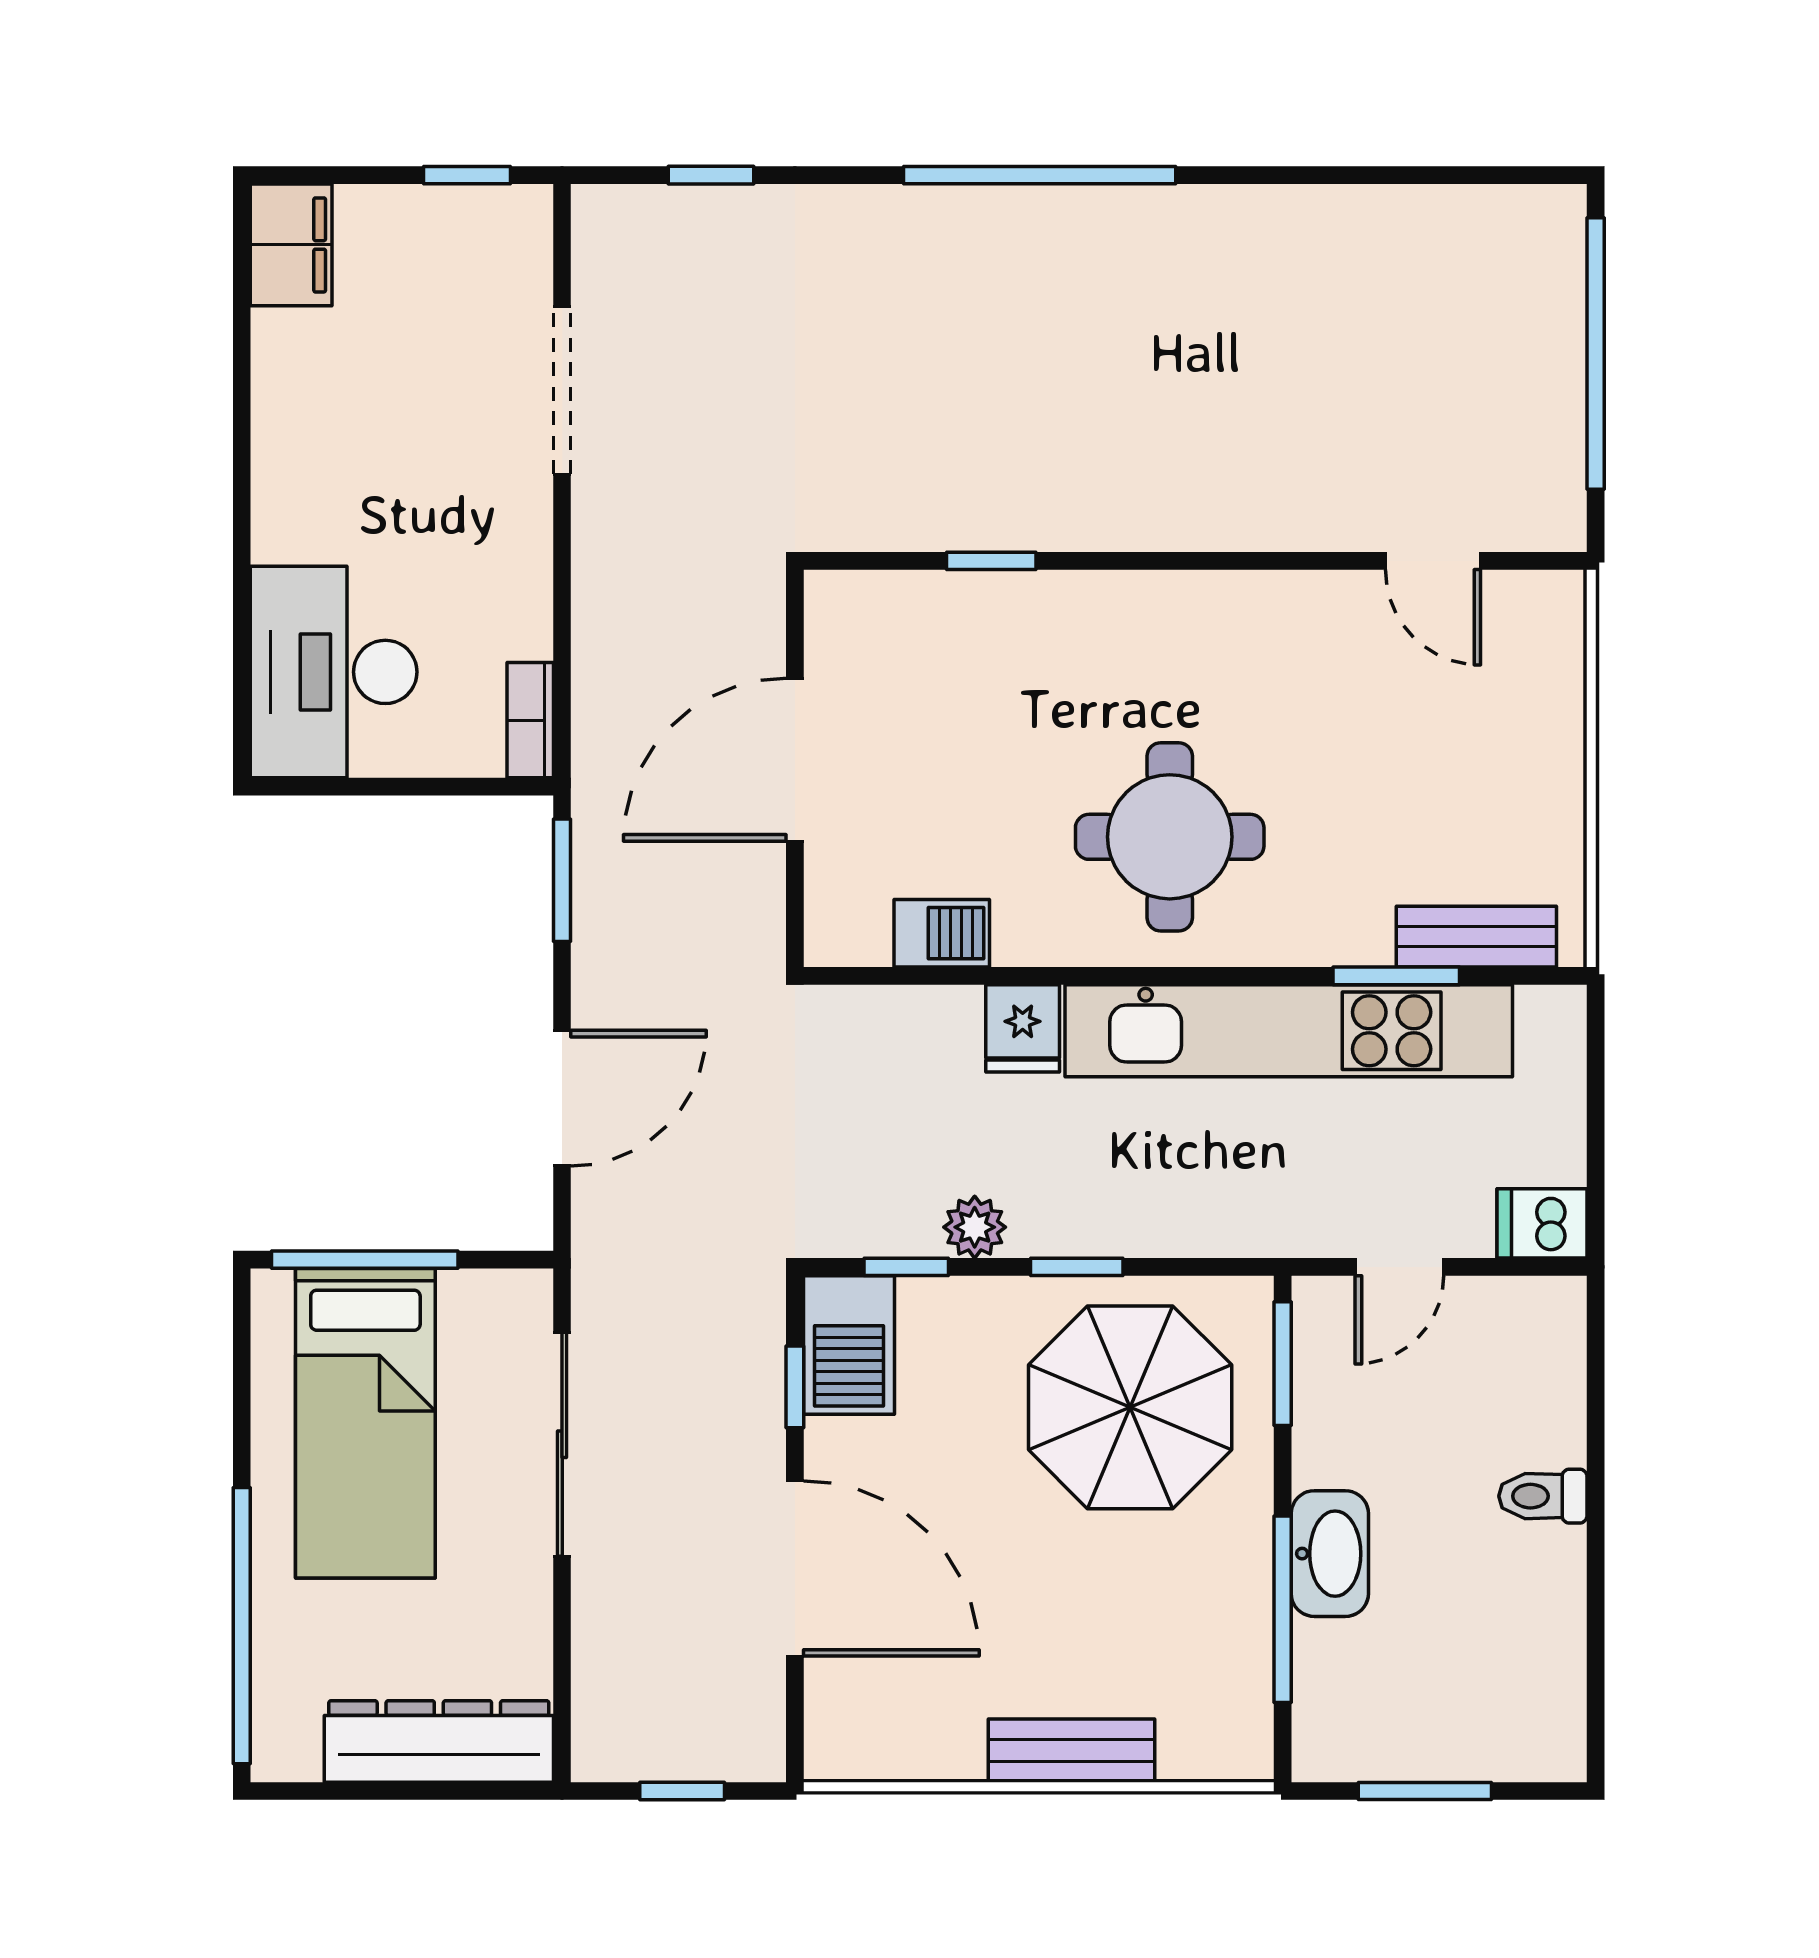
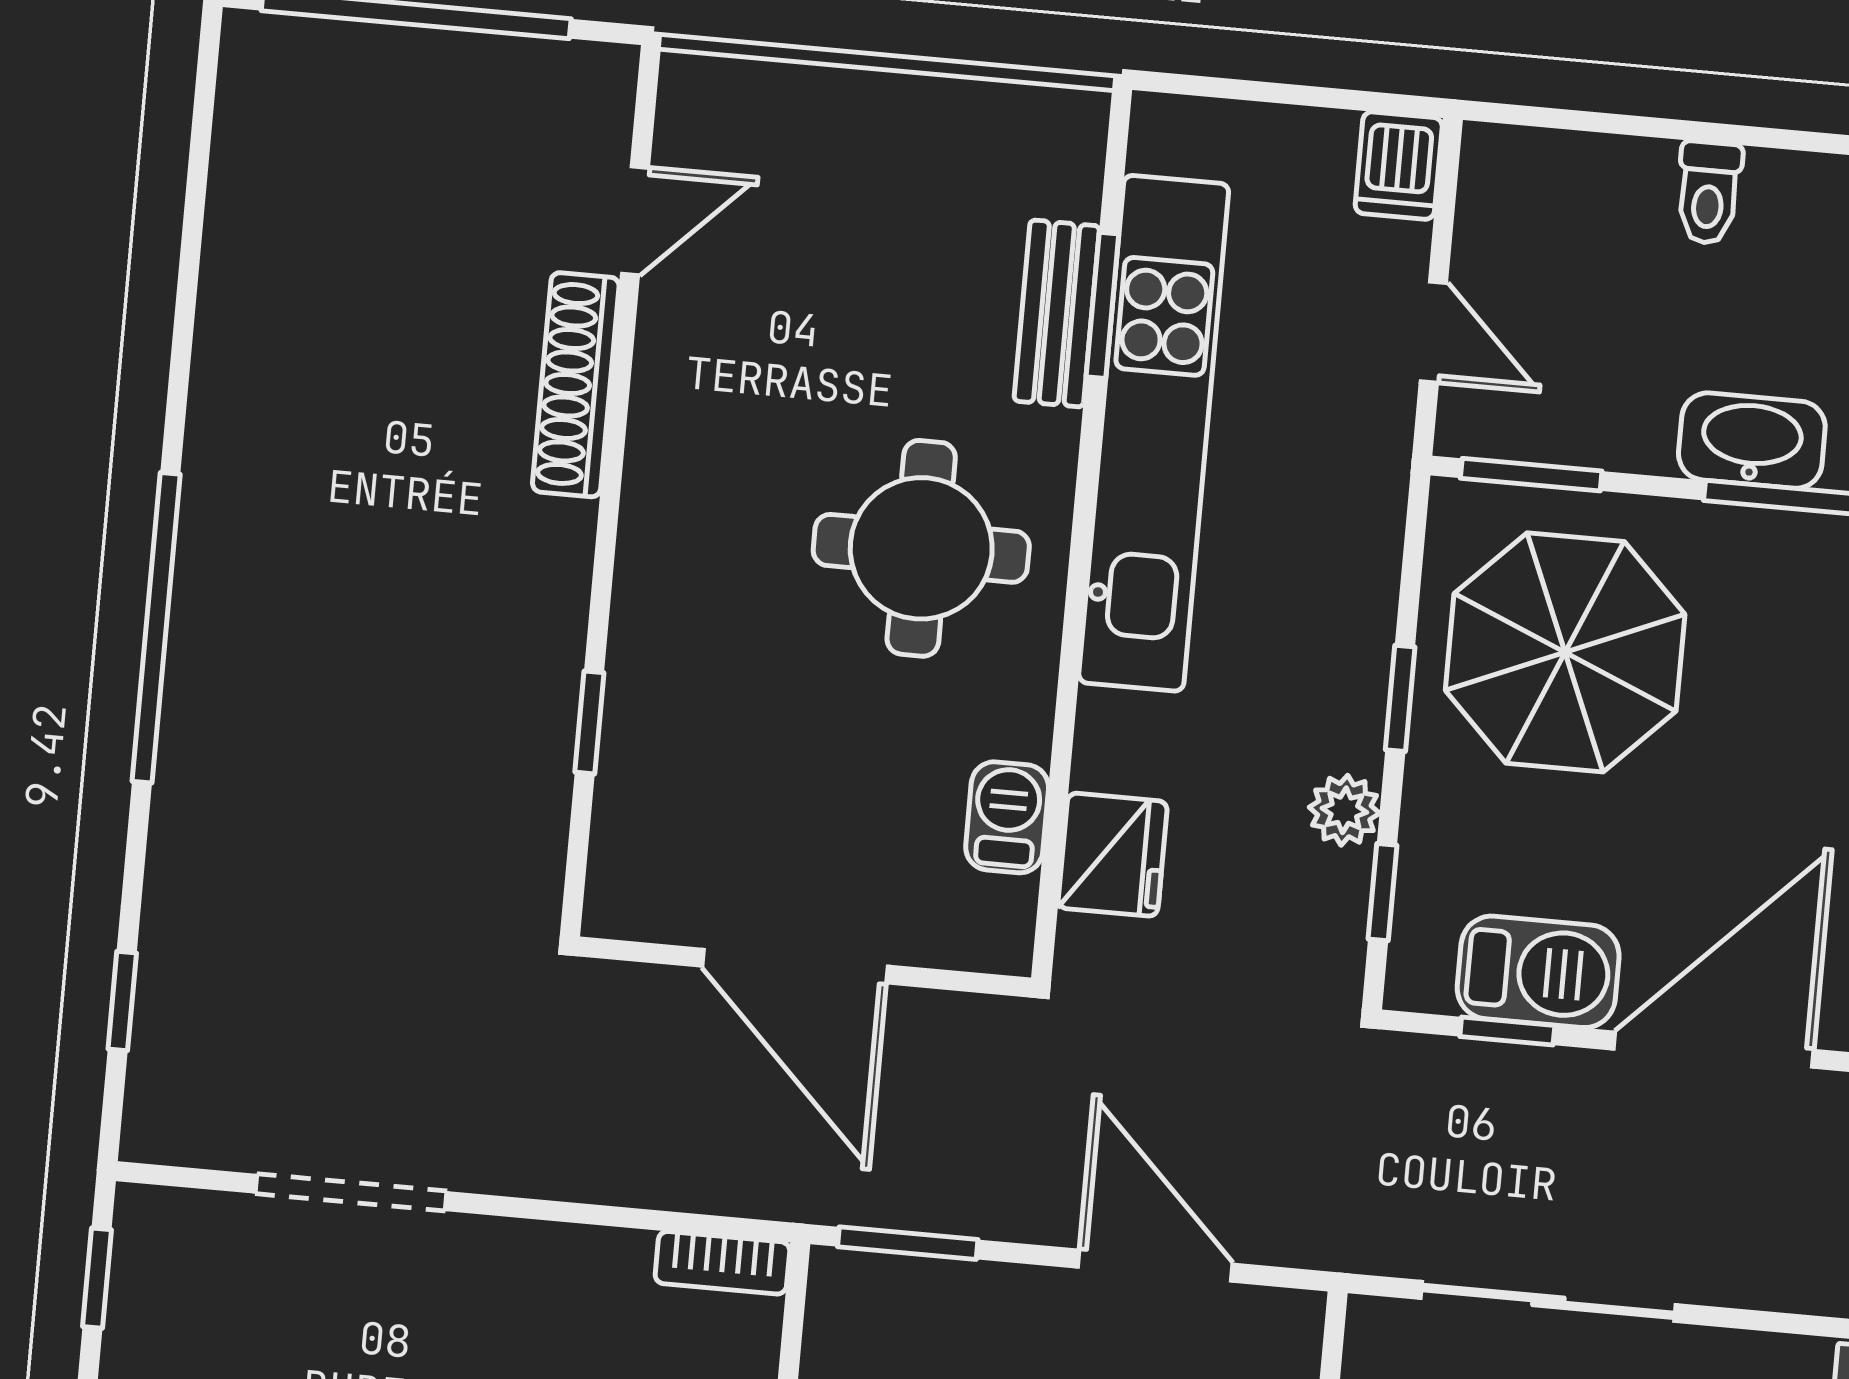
shoe rack: (1285, 522) -> (576, 385), added
bench: (1476, 937) -> (1057, 313), moved
fridge: (1023, 1028) -> (1113, 855), moved, width x1.38
barbecue: (849, 1345) -> (1538, 972), moved

